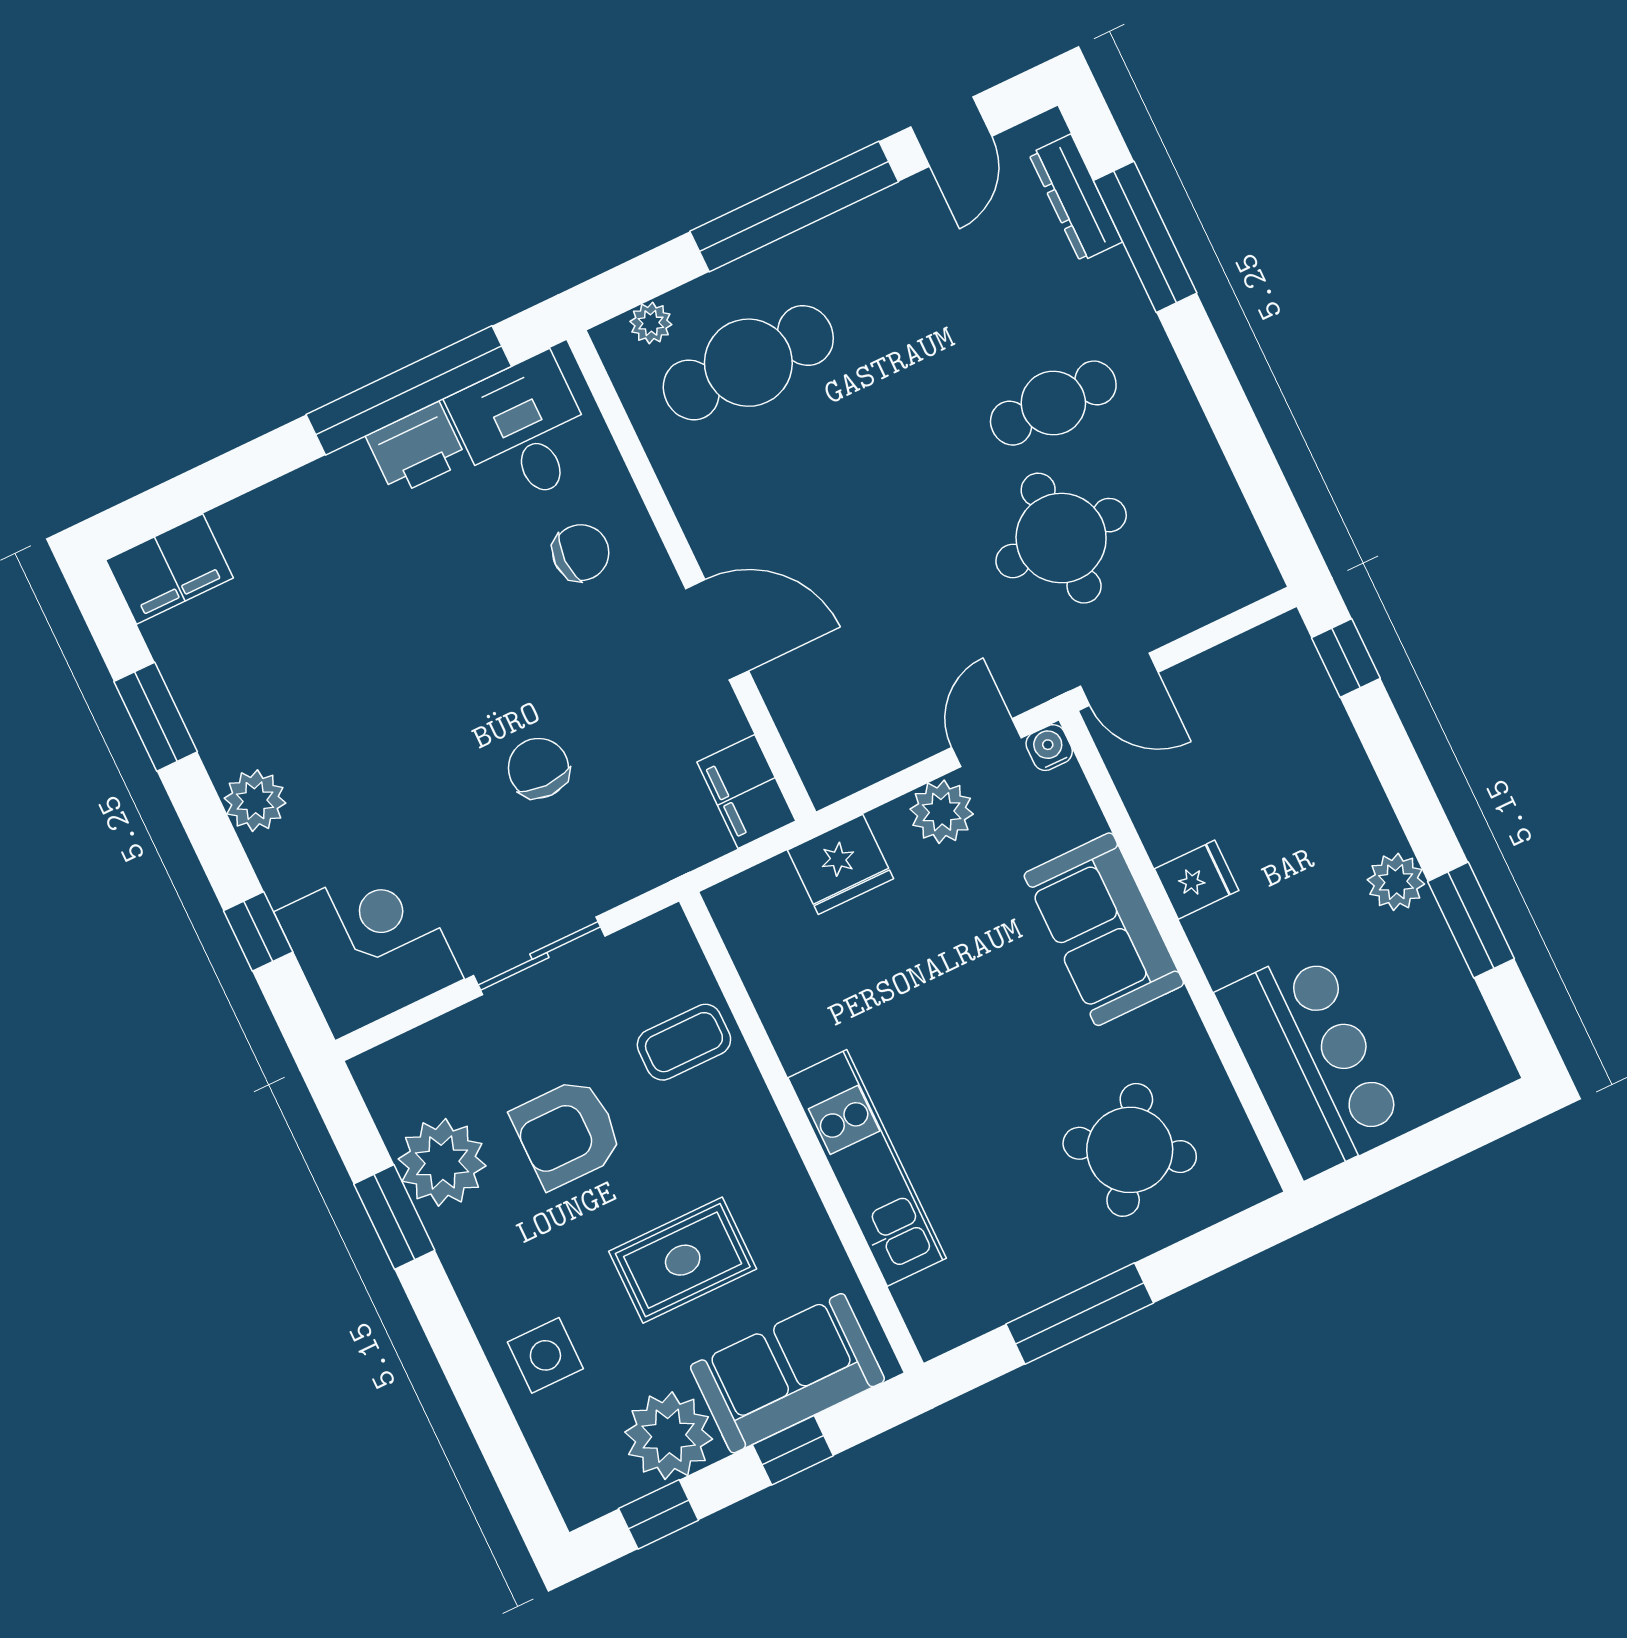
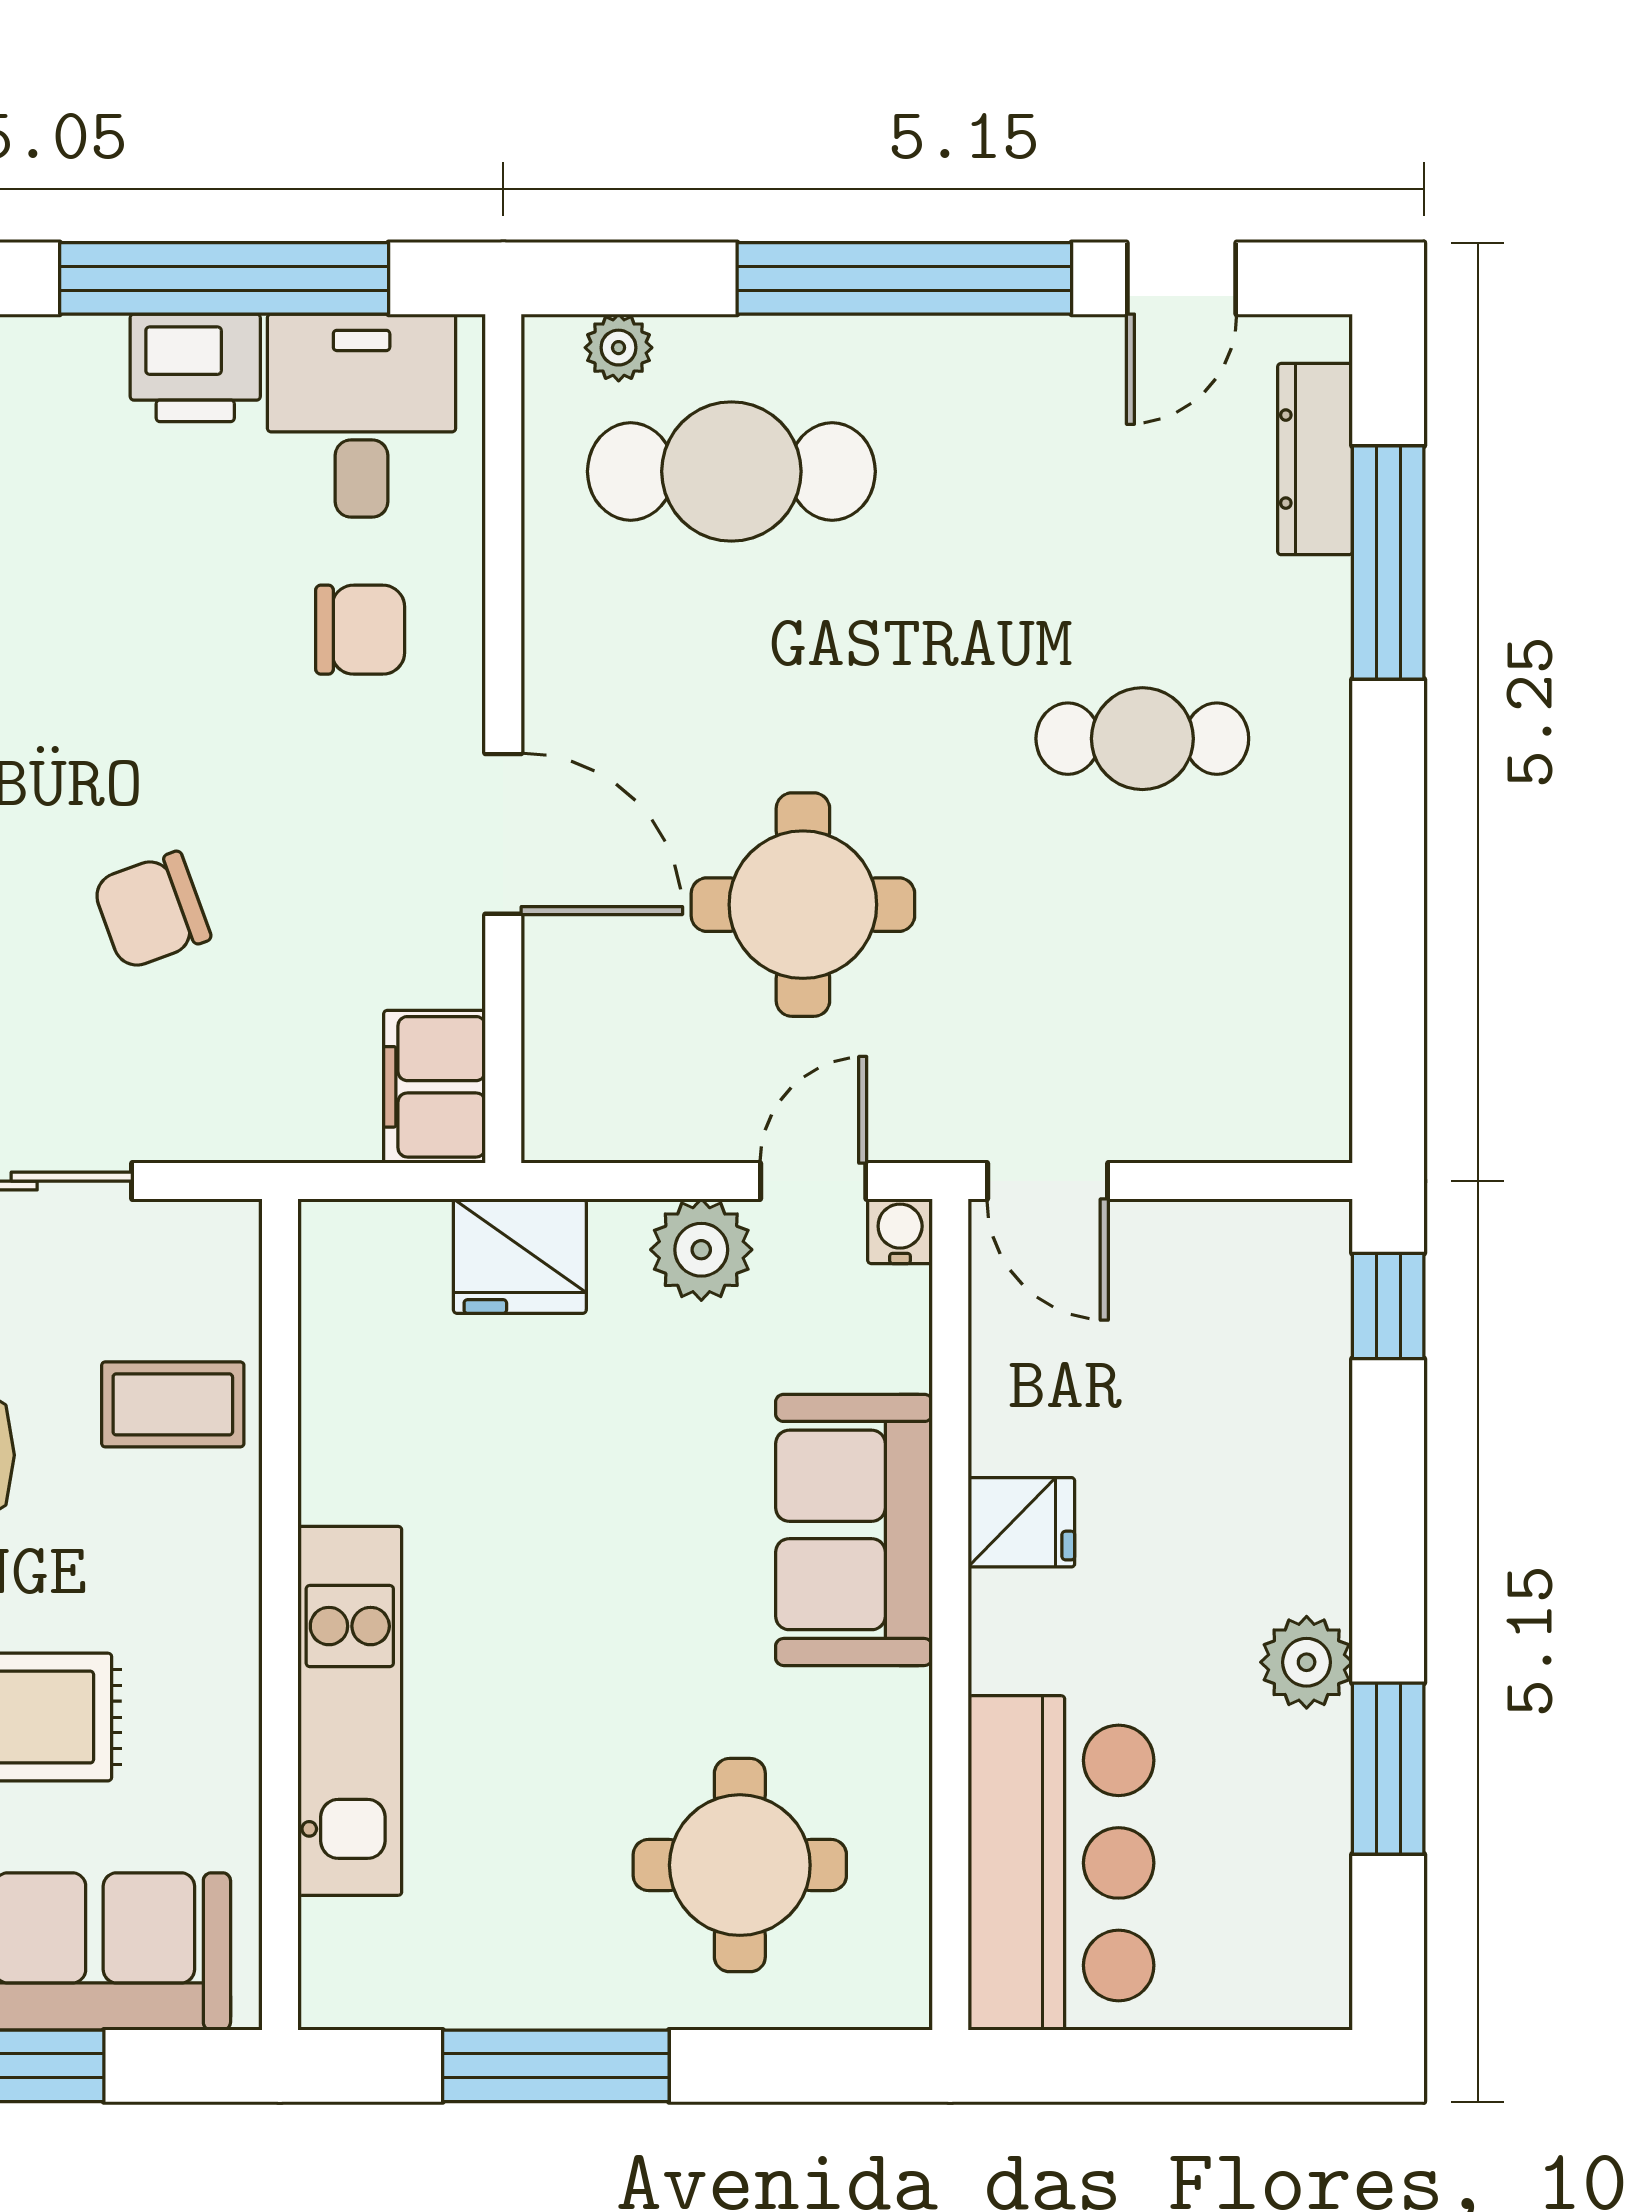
round table: (1061, 538) -> (803, 905), moved
chair: (538, 768) -> (151, 911), turned -110
round table: (1130, 1150) -> (740, 1865), turned -33

